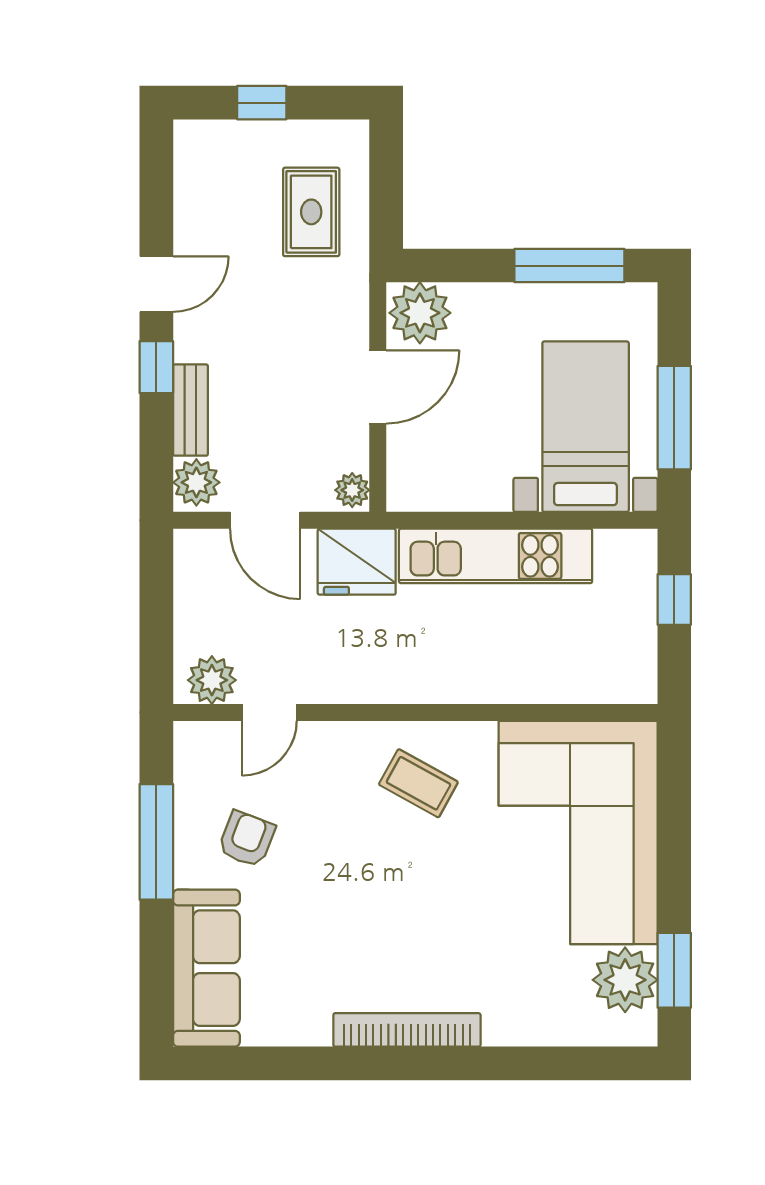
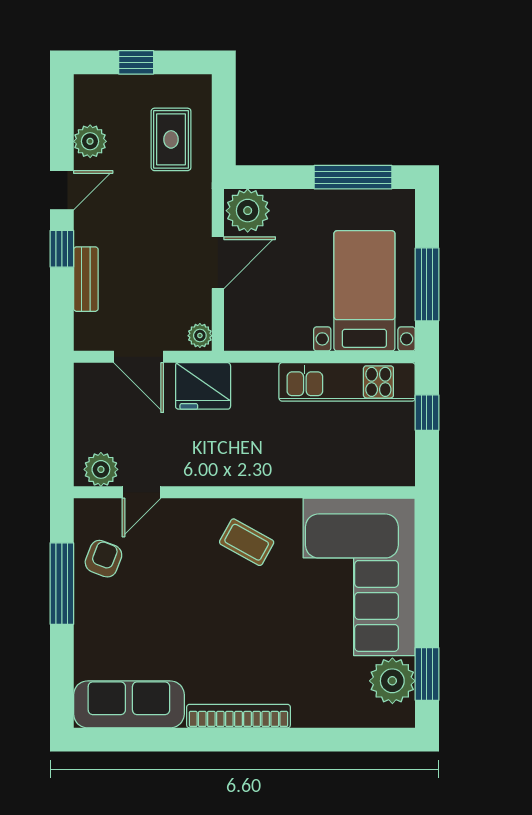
plant: (196, 482) -> (90, 141), moved
kitchen unit: (496, 556) -> (347, 382), moved
armchair: (247, 839) -> (103, 559), moved
sofa: (206, 968) -> (129, 704), moved, turned -90

